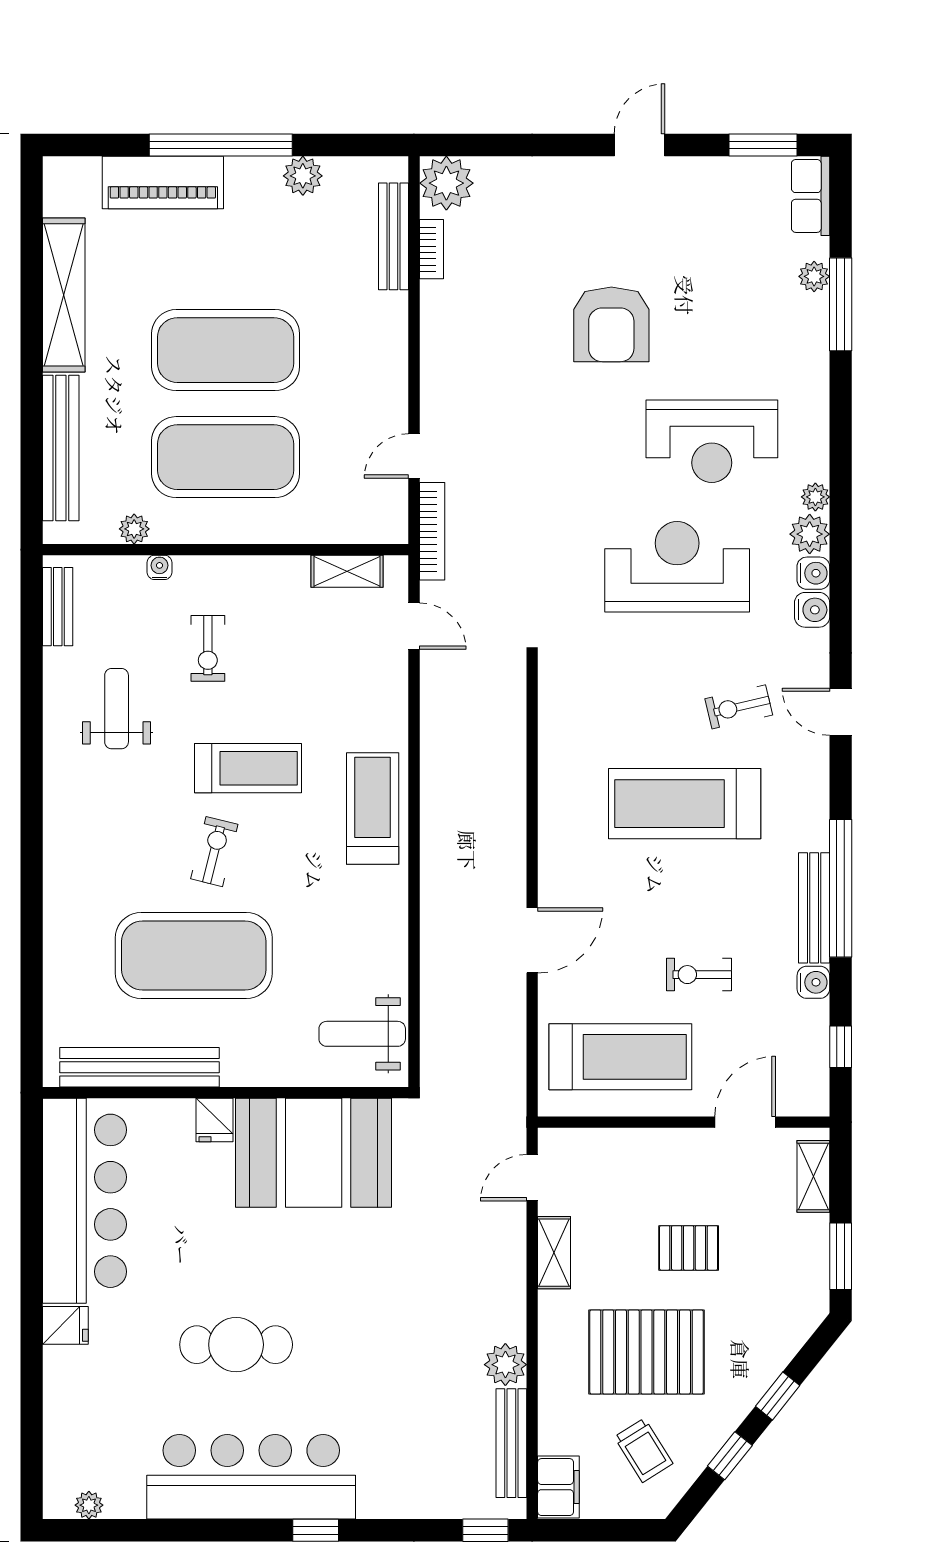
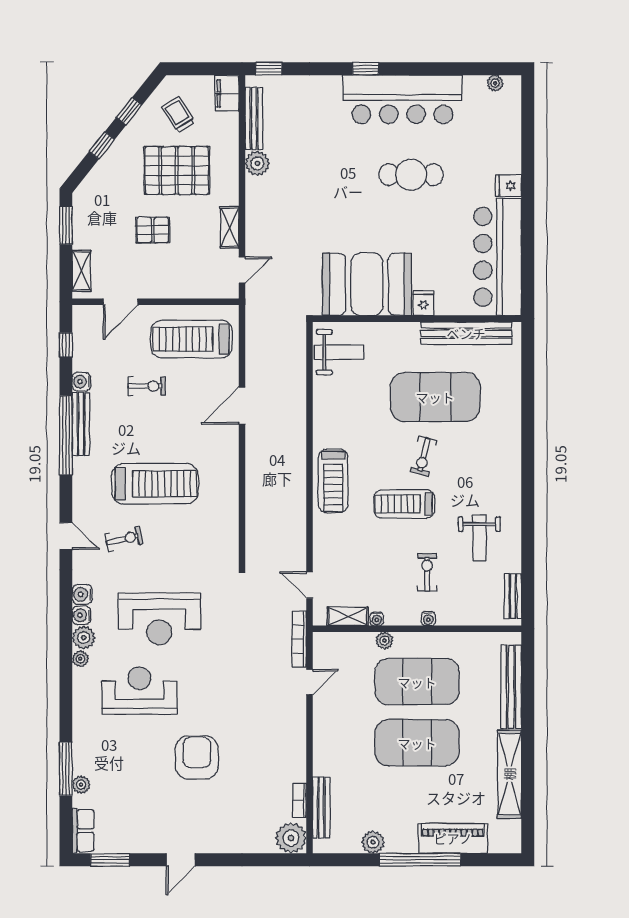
plant: (134, 529) -> (384, 641), moved
water cooler: (159, 567) -> (428, 619), moved
water cooler: (296, 567) -> (377, 619), added

